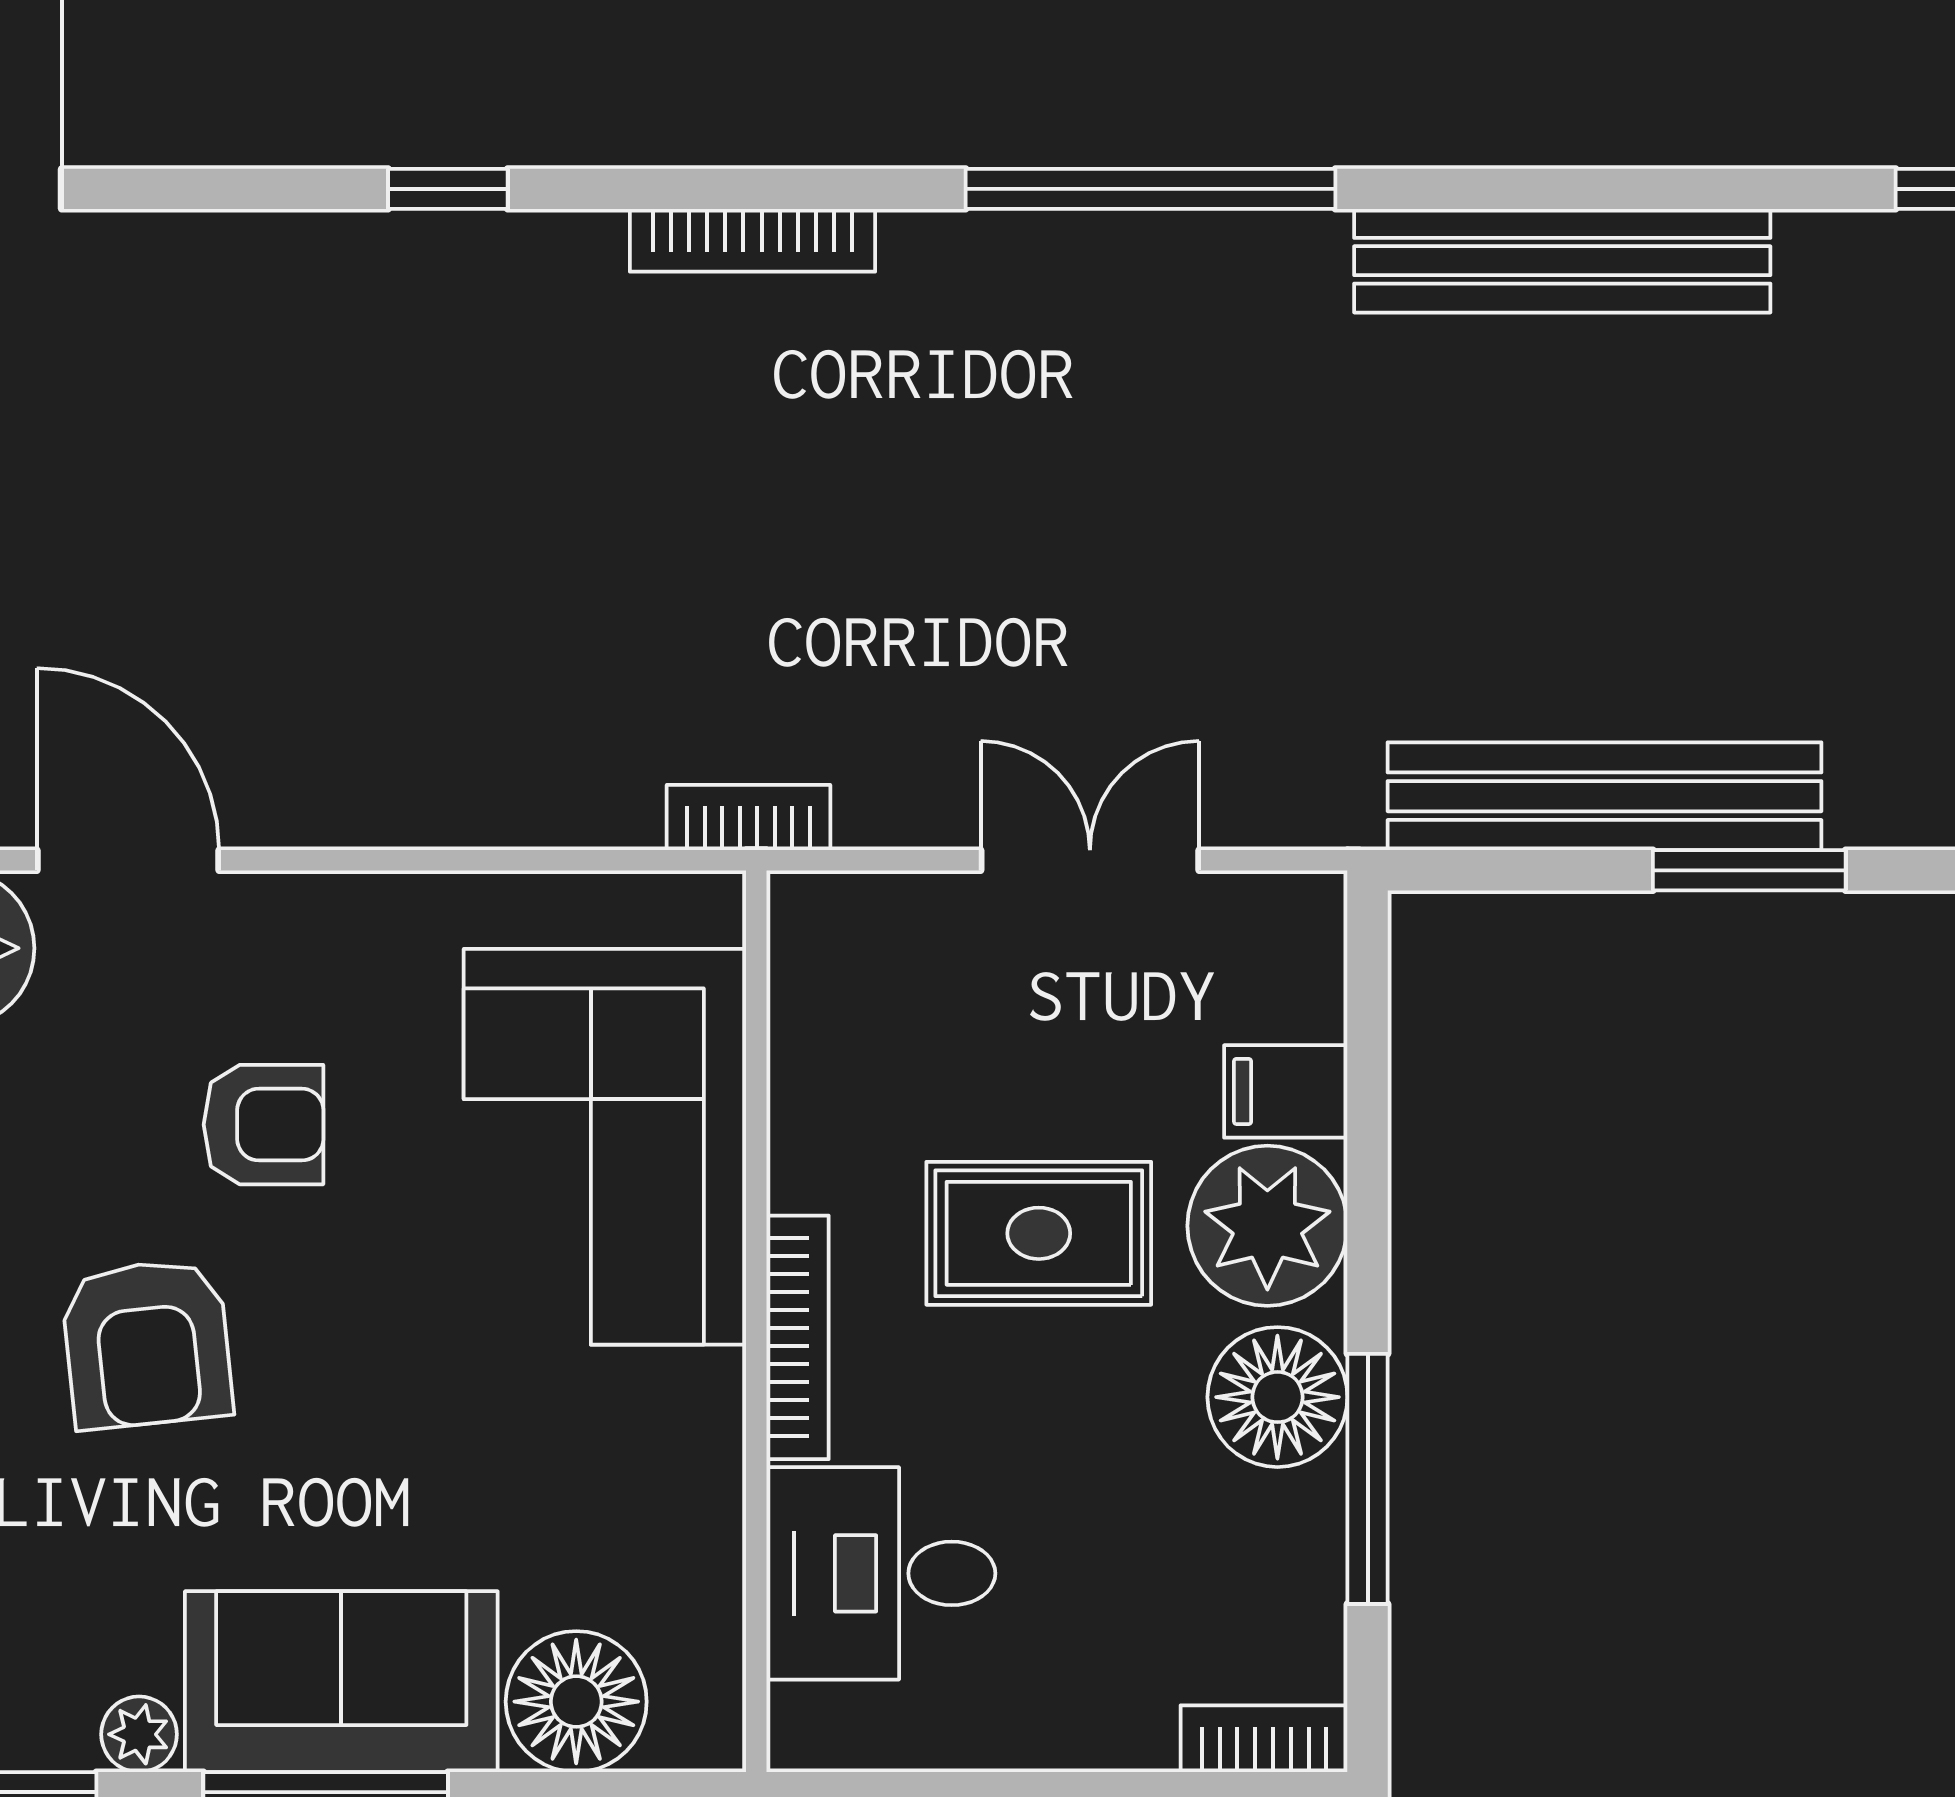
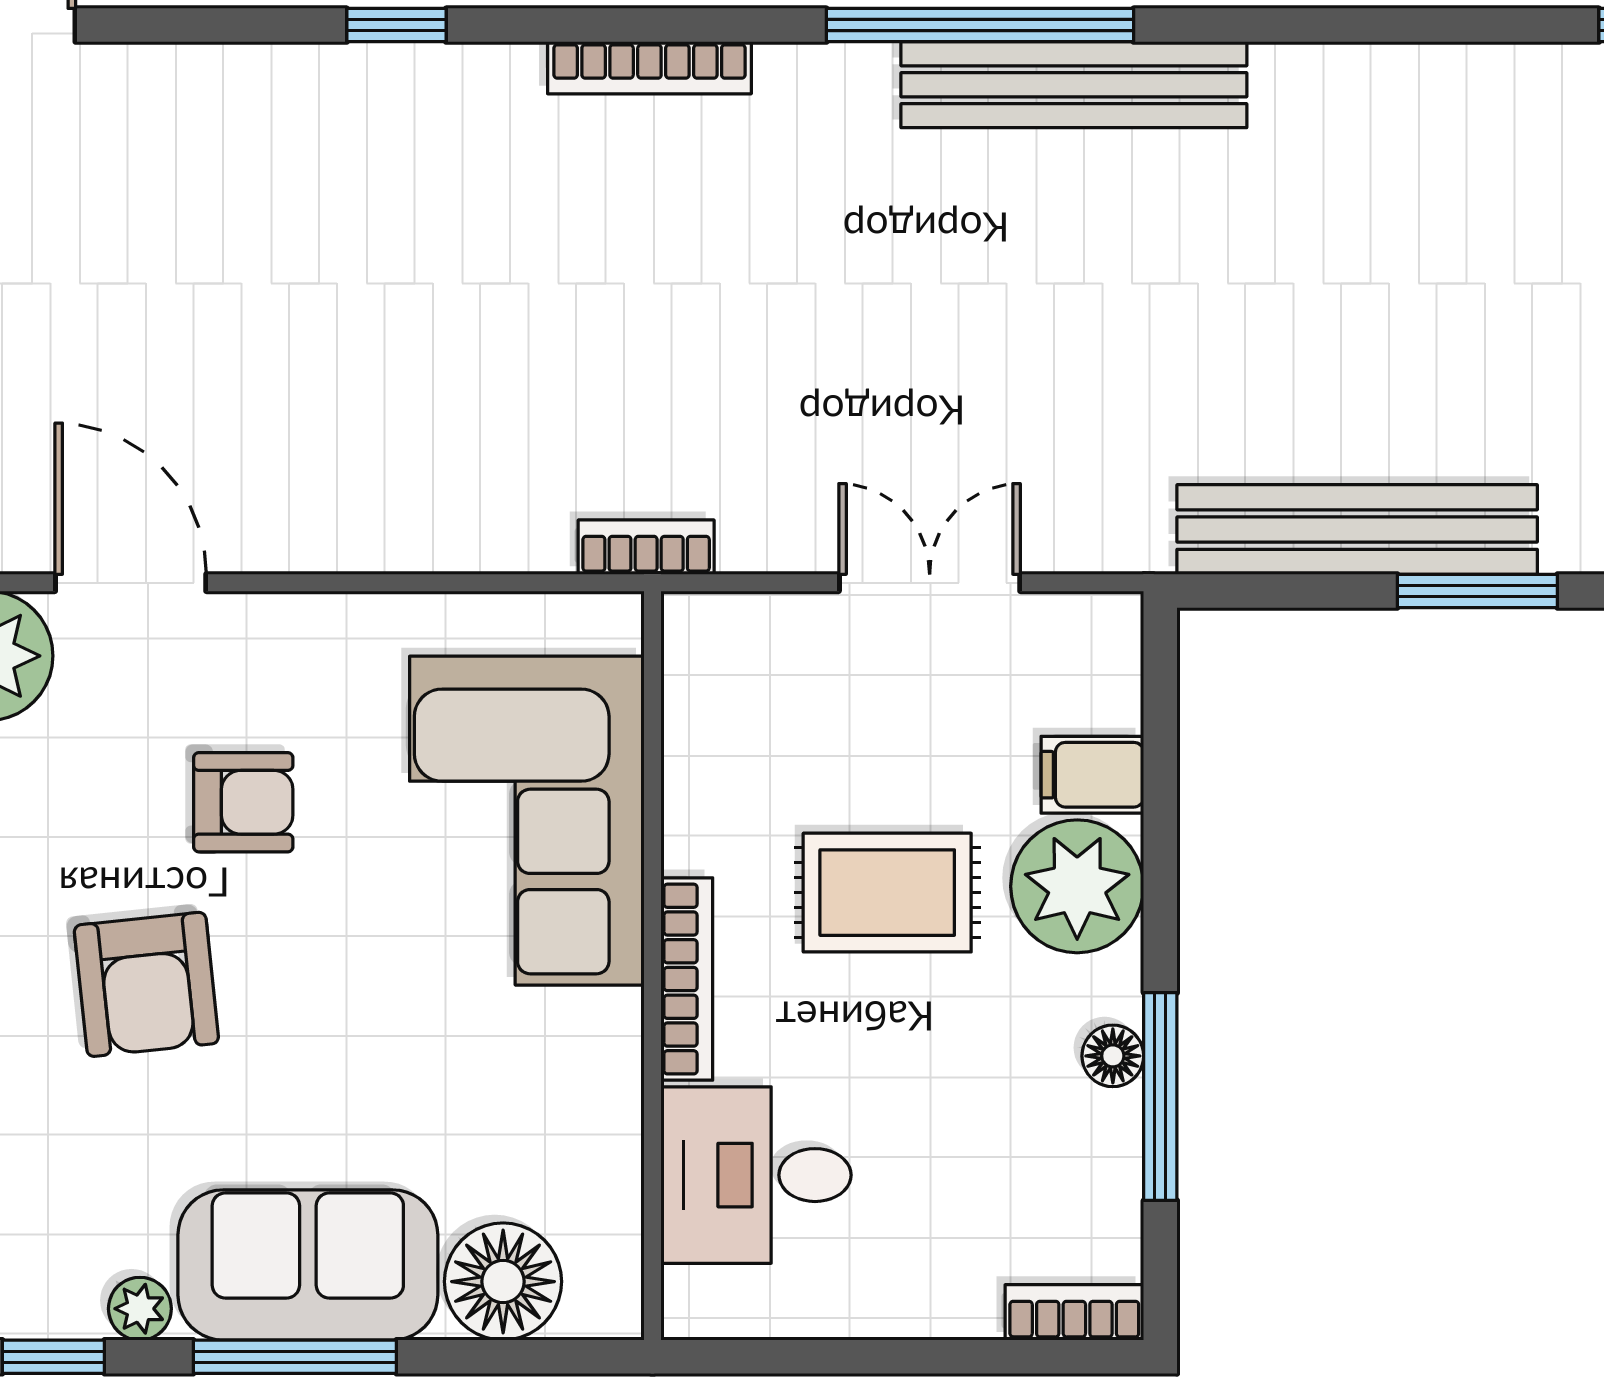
bench: (1562, 261) -> (1074, 85), moved
floor lamp: (1277, 1397) -> (1113, 1056), width x0.53, depth x0.53

